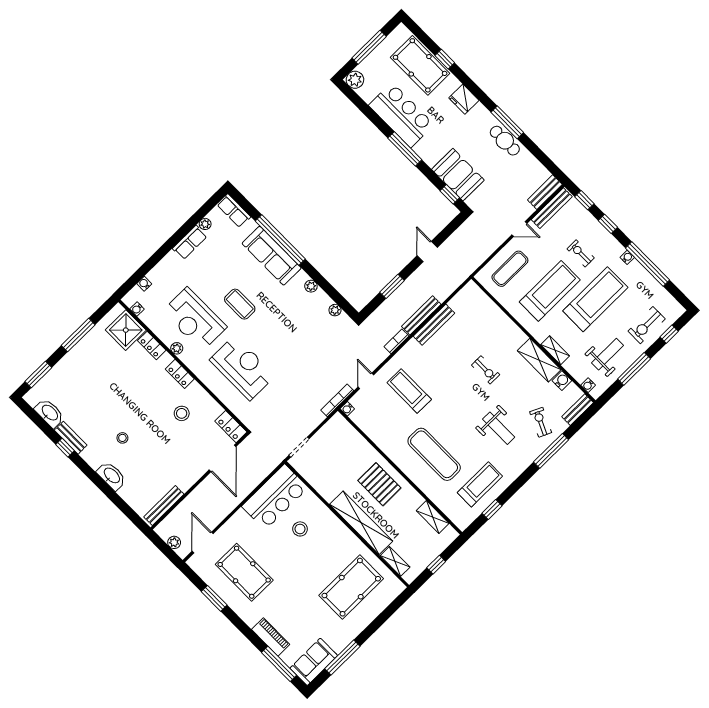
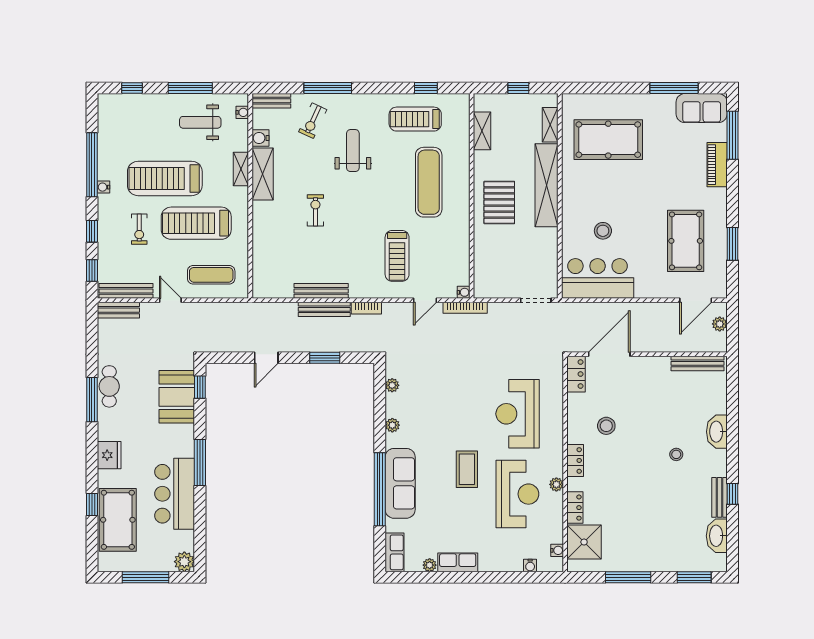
exercise bike: (647, 325) -> (143, 114), removed

